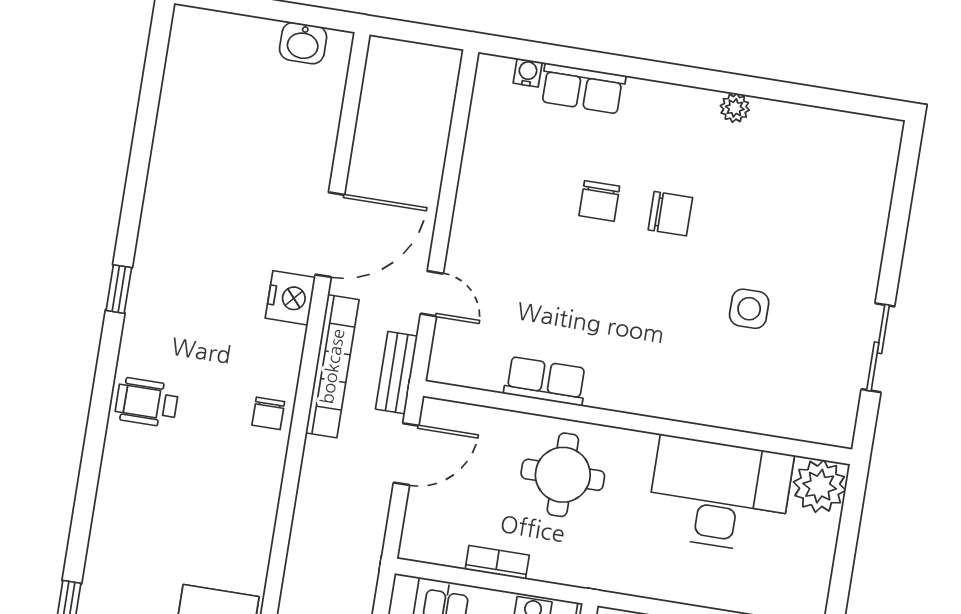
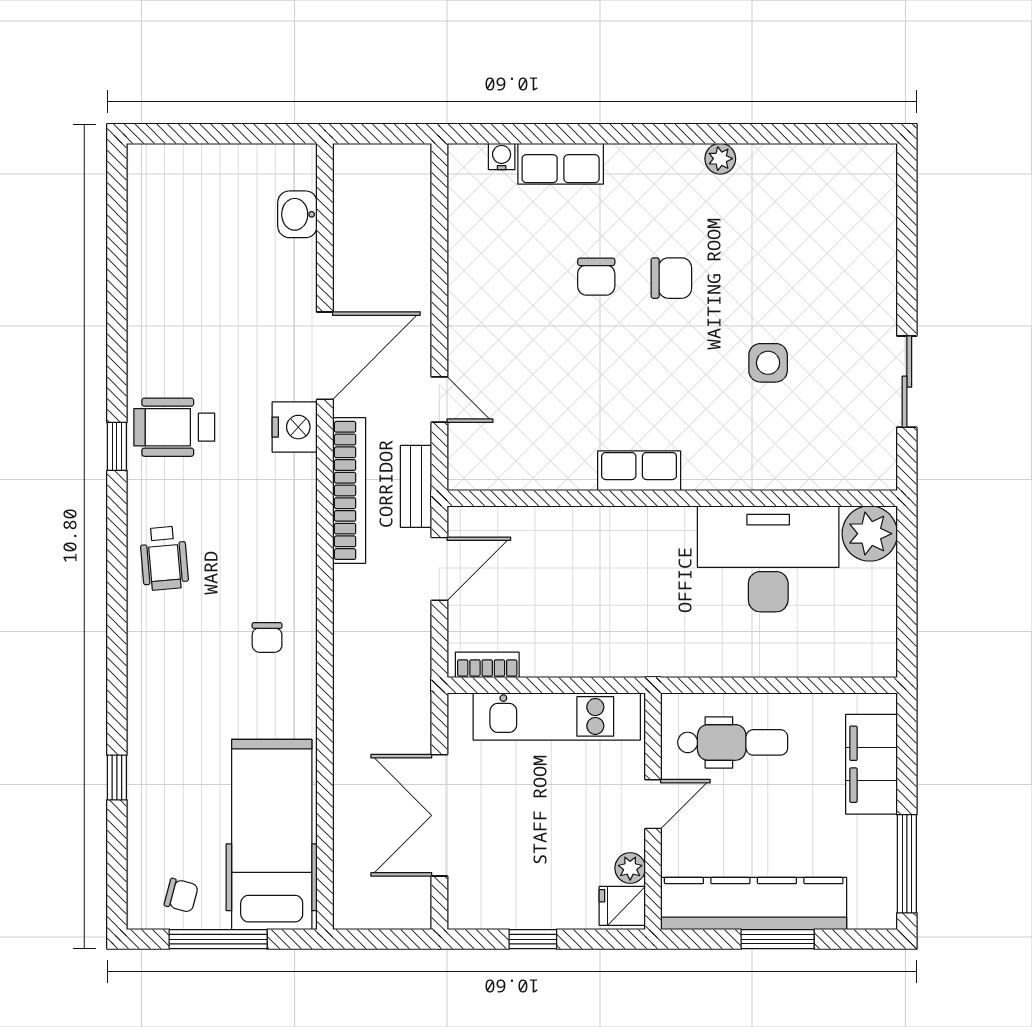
washbasin: (303, 43) -> (297, 214), moved, turned 90
wheelchair: (176, 280) -> (174, 427), added
row of seats: (545, 381) -> (639, 471), moved
wheelchair: (147, 402) -> (164, 558), turned -95
chair: (268, 413) -> (267, 637), moved
round table: (563, 475) -> (604, 564), removed
bookcase: (497, 562) -> (487, 665), moved

